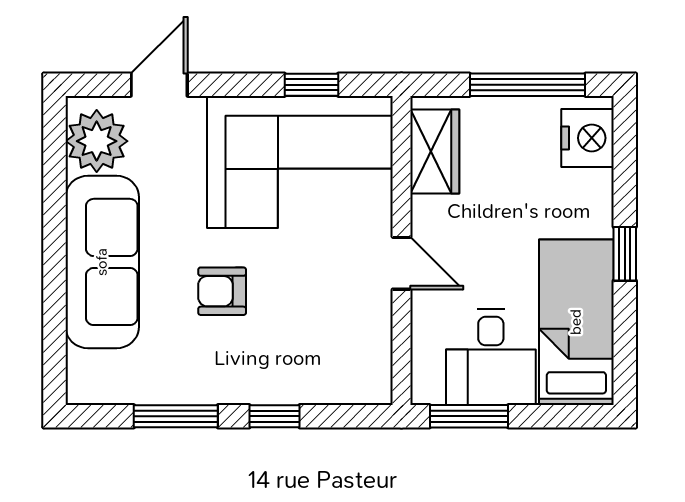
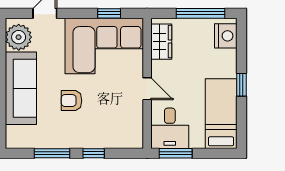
desk: (491, 357) -> (170, 128), moved

